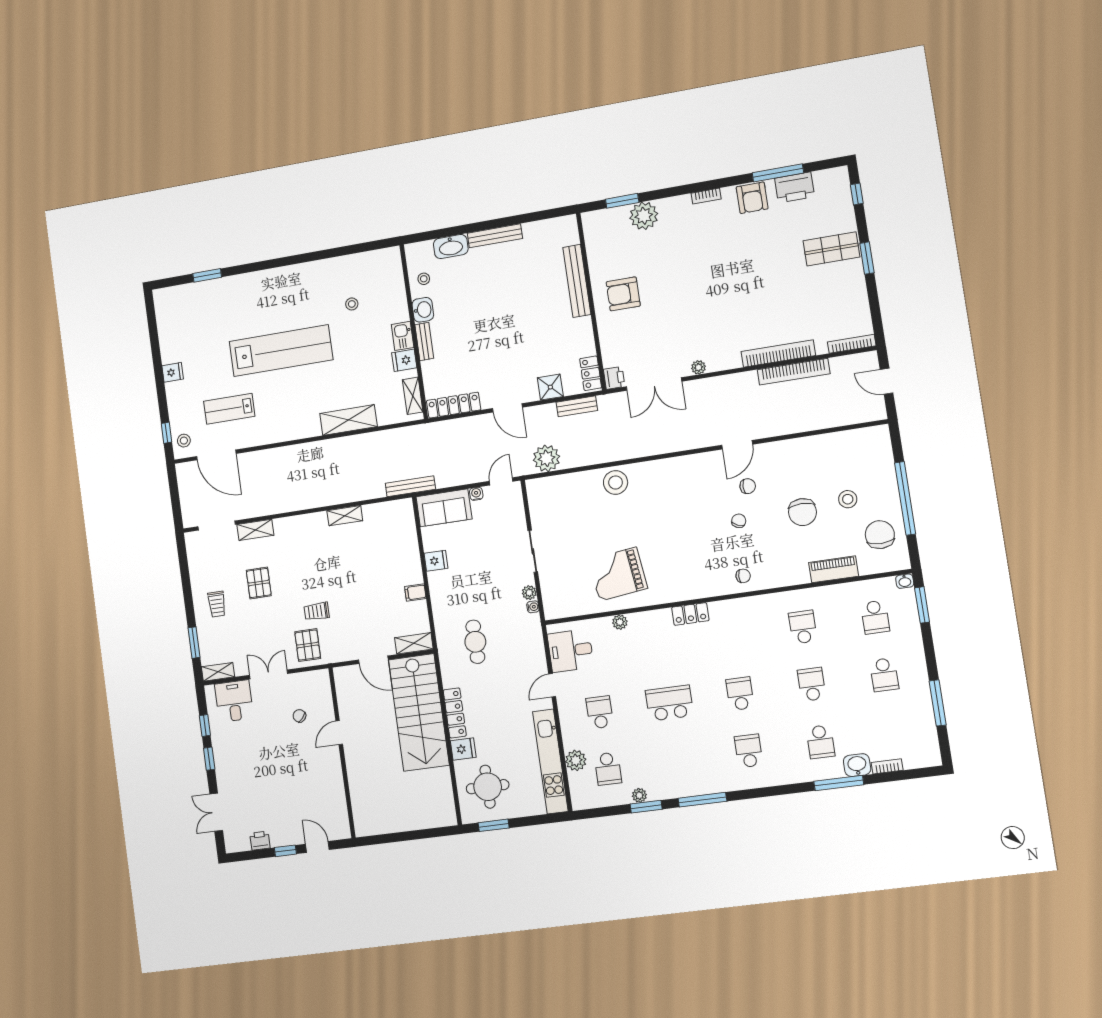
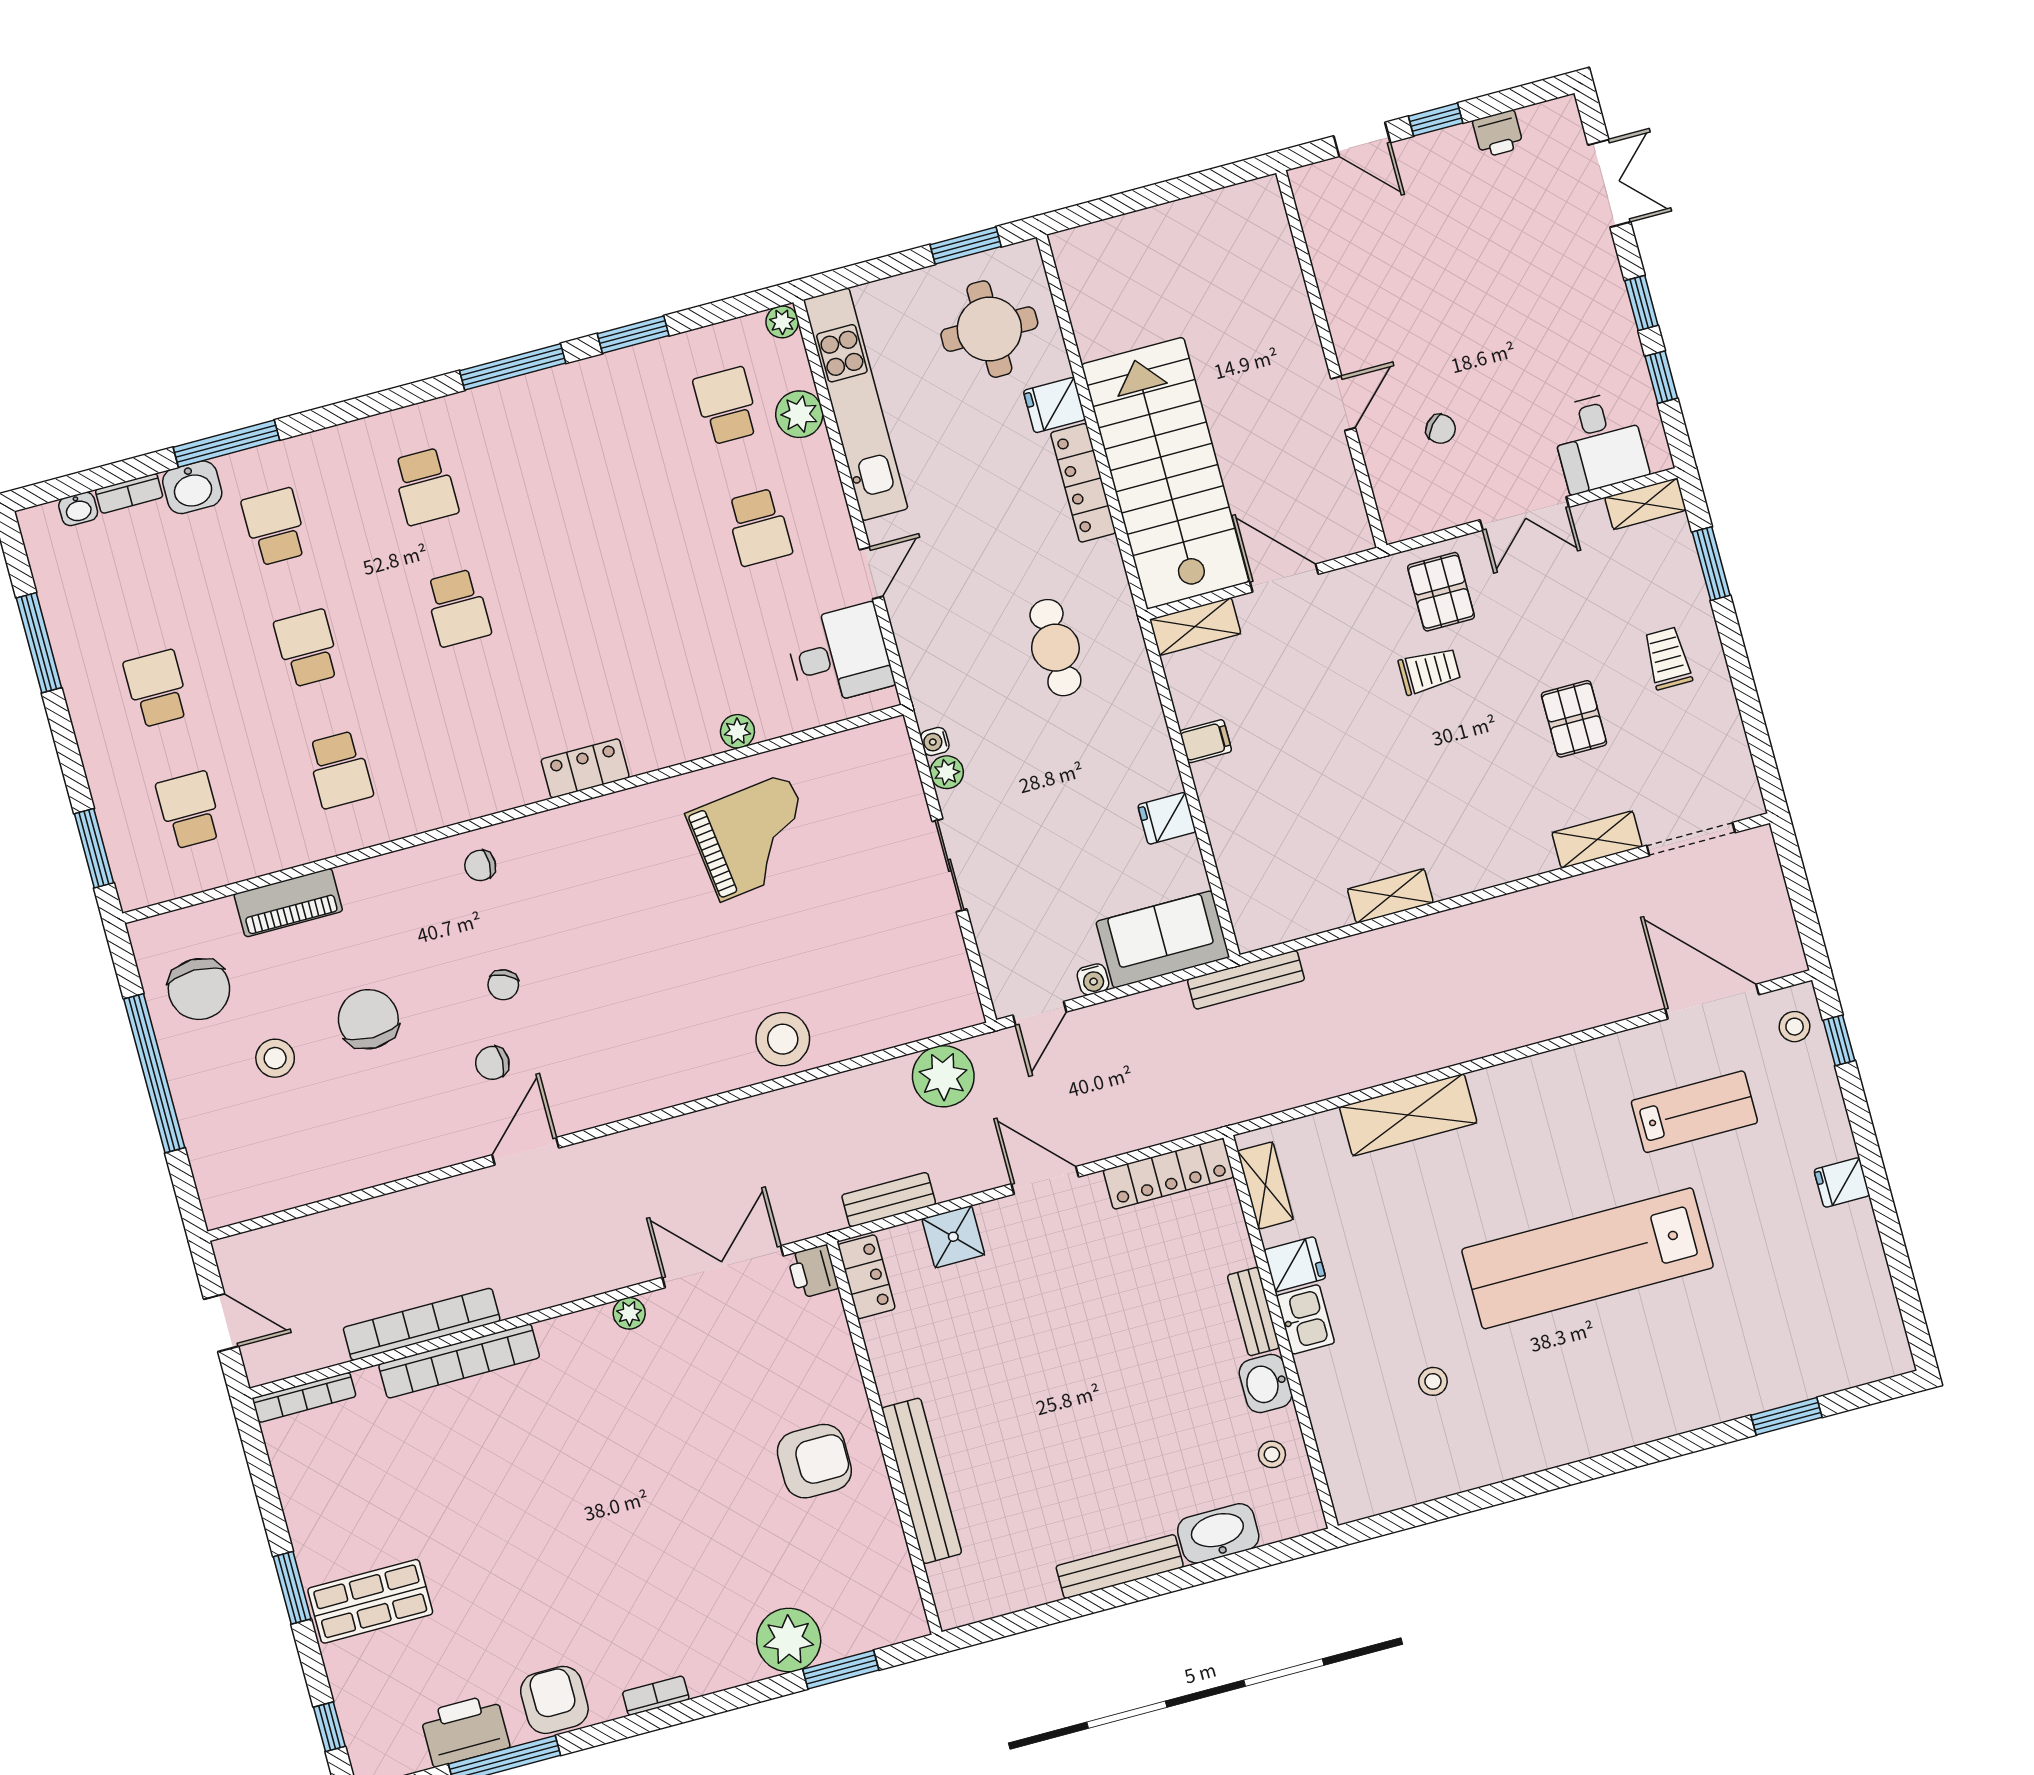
washbasin: (905, 581) -> (78, 509), moved, turned 180
school desk: (812, 684) -> (307, 648), turned 180
school desk: (669, 703) -> (608, 568), removed
plant: (639, 795) -> (782, 322), moved

